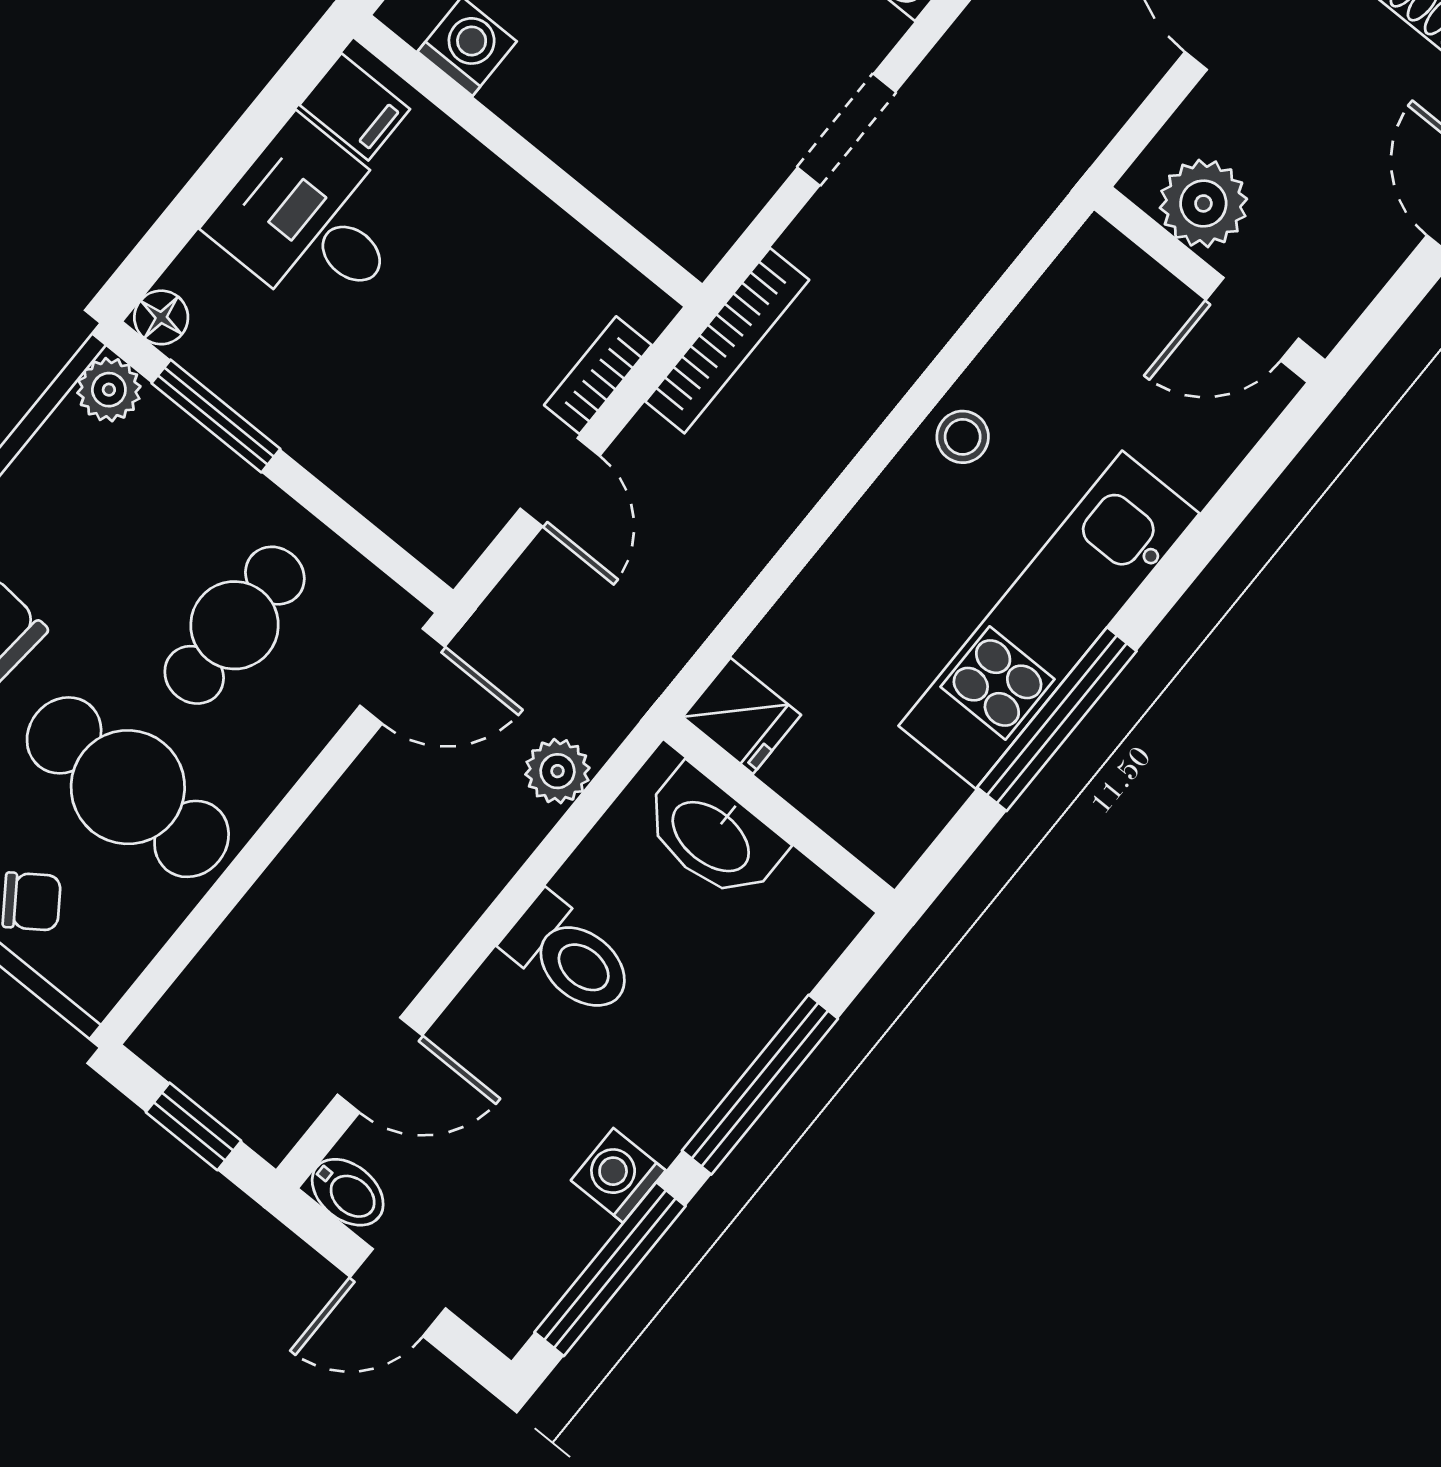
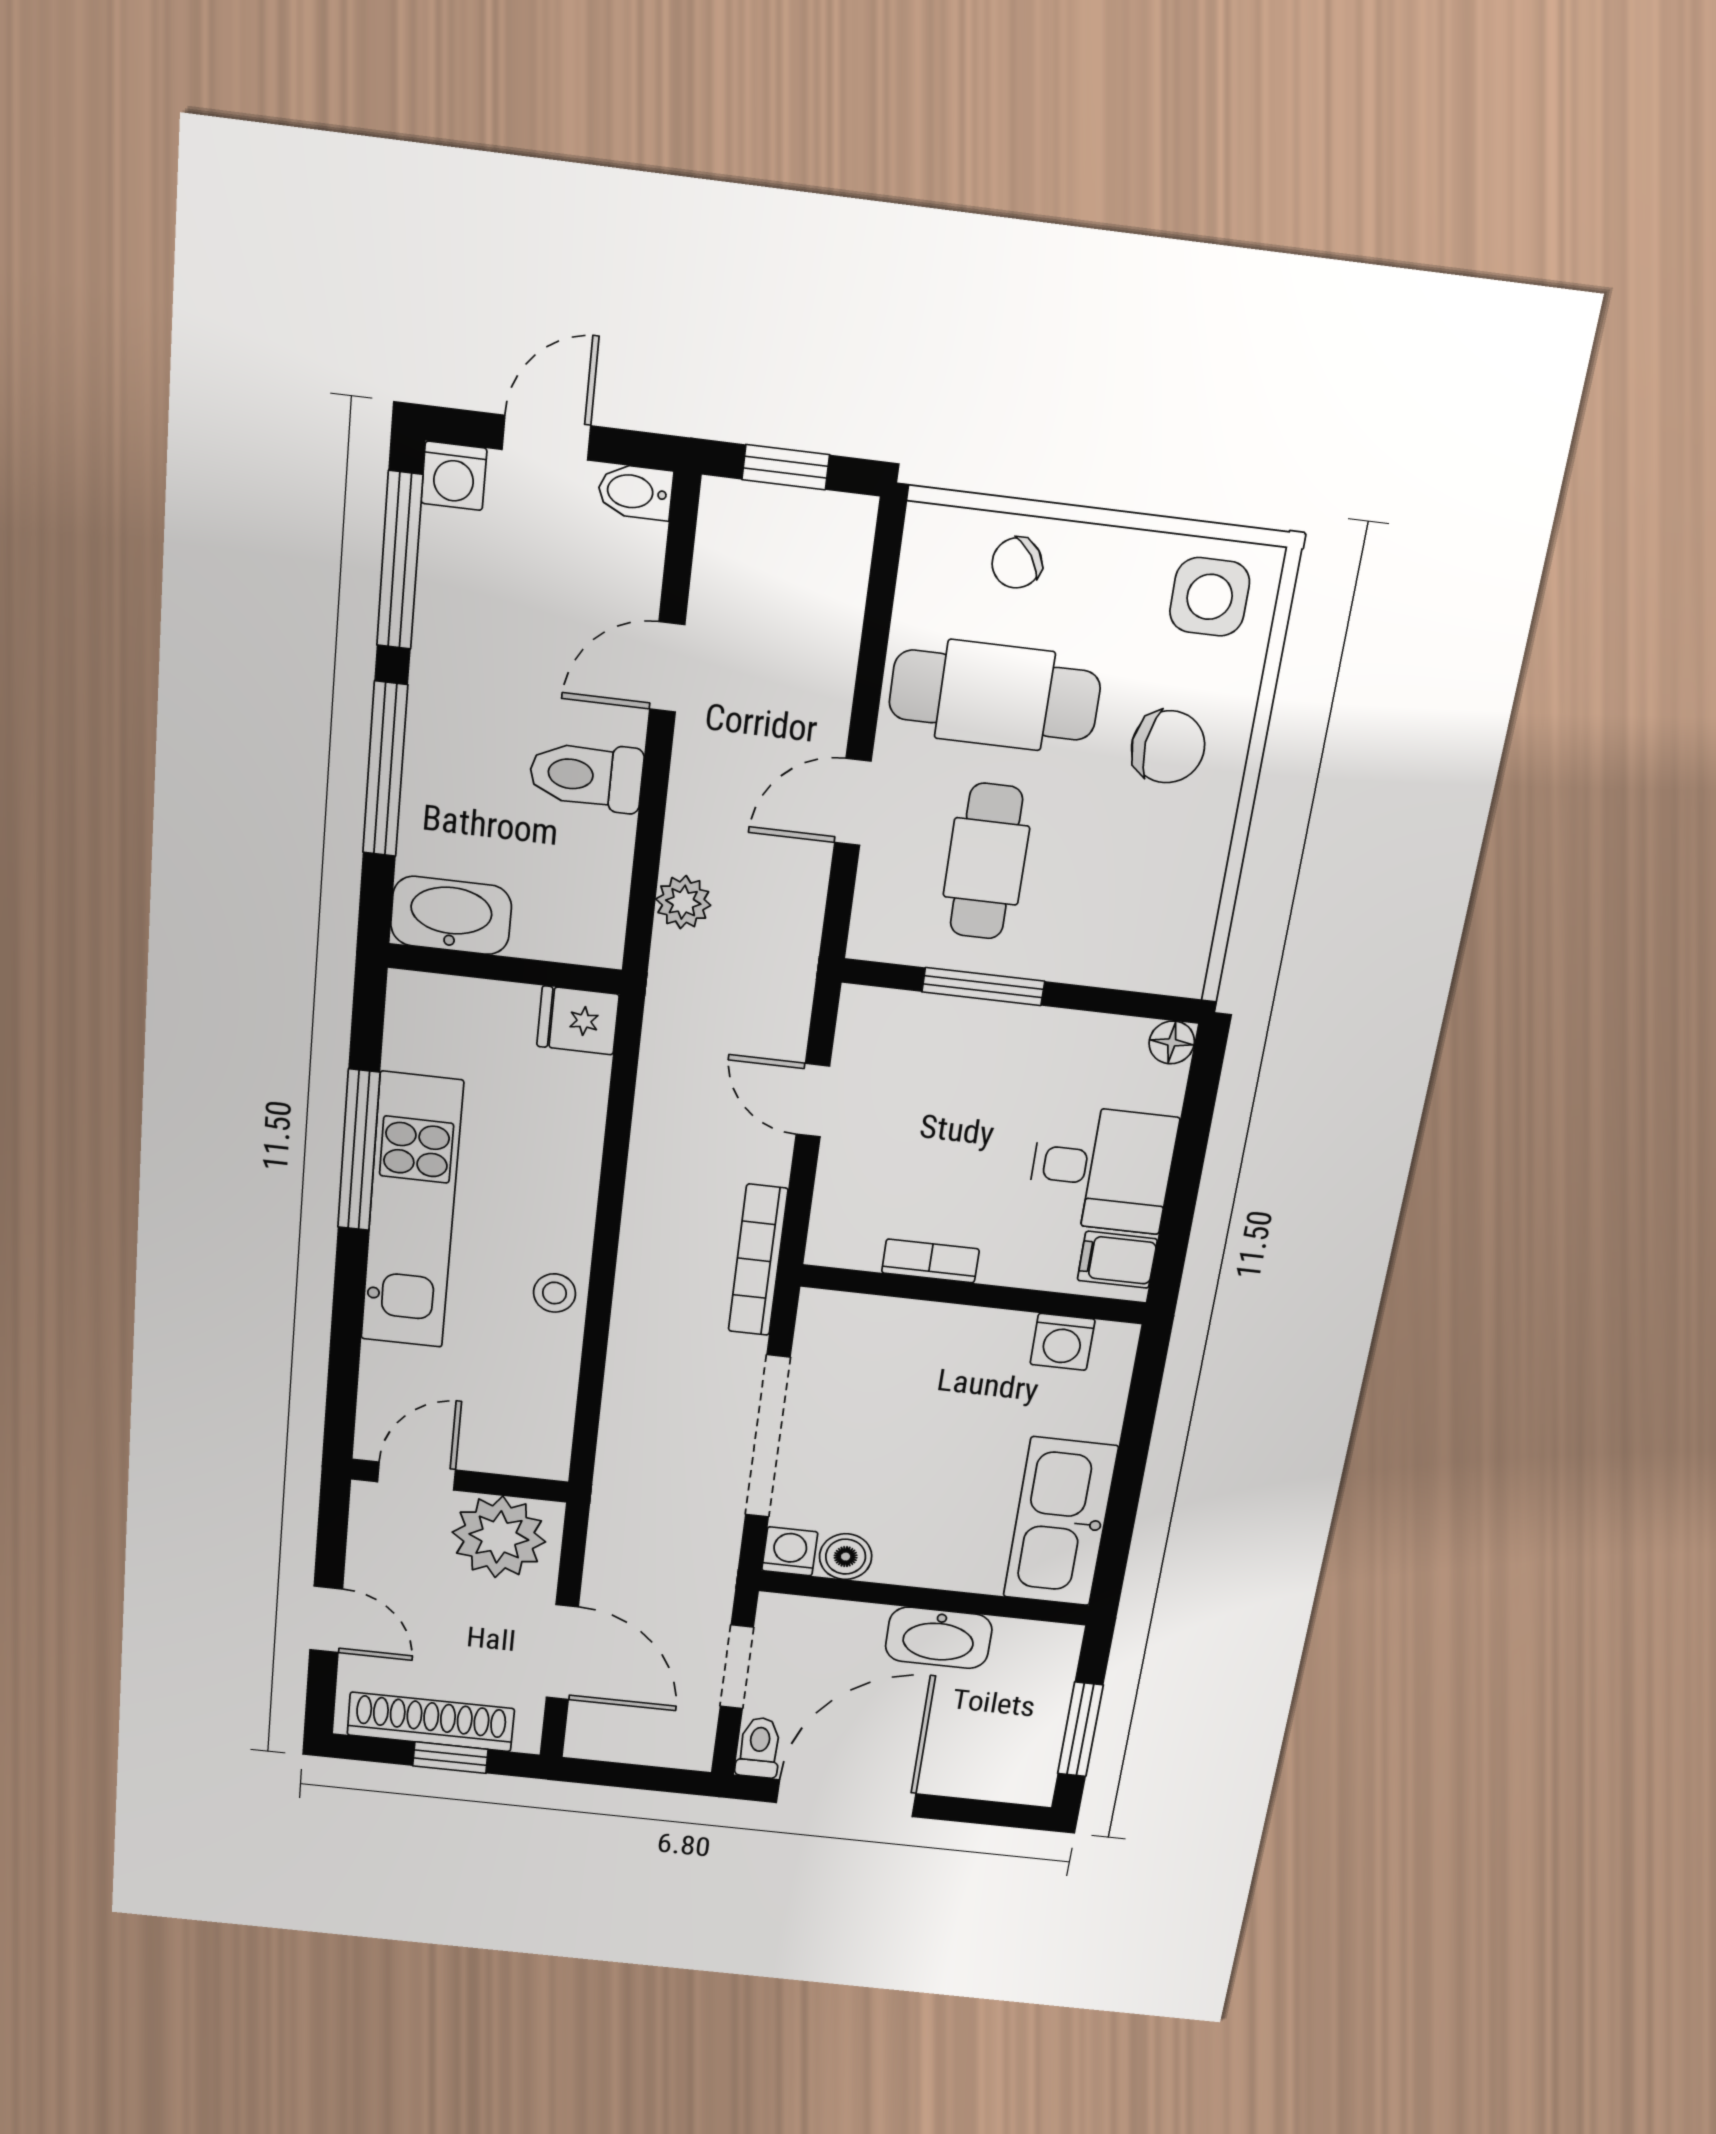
doorway: (847, 130) -> (768, 1437), width x1.87
plant: (1203, 203) -> (499, 1537), width x1.36, depth x1.36
bookcase: (598, 375) -> (930, 1261), moved, turned -90
plant: (109, 390) -> (1181, 971), removed
window: (216, 416) -> (983, 987), moved
door: (402, 676) -> (853, 802), moved
washbasin: (712, 835) -> (451, 915), moved
door: (380, 1065) -> (667, 667), moved
washing machine: (618, 1175) -> (454, 476), moved, turned 90

